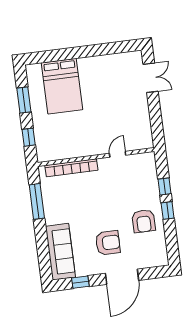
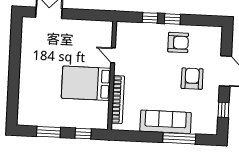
bed: (62, 86) -> (86, 83), moved, turned 180
window: (37, 201) -> (179, 138), moved
sofa: (60, 252) -> (166, 122), moved

